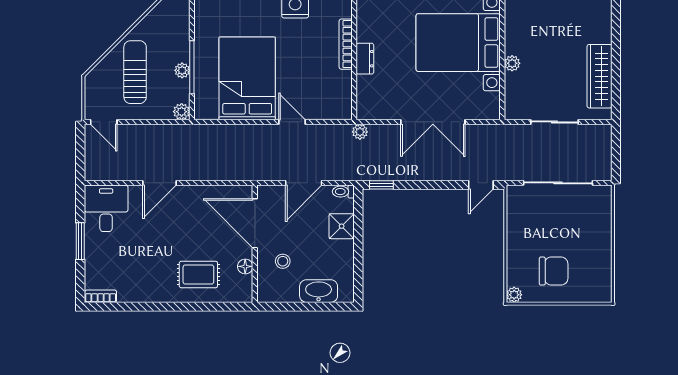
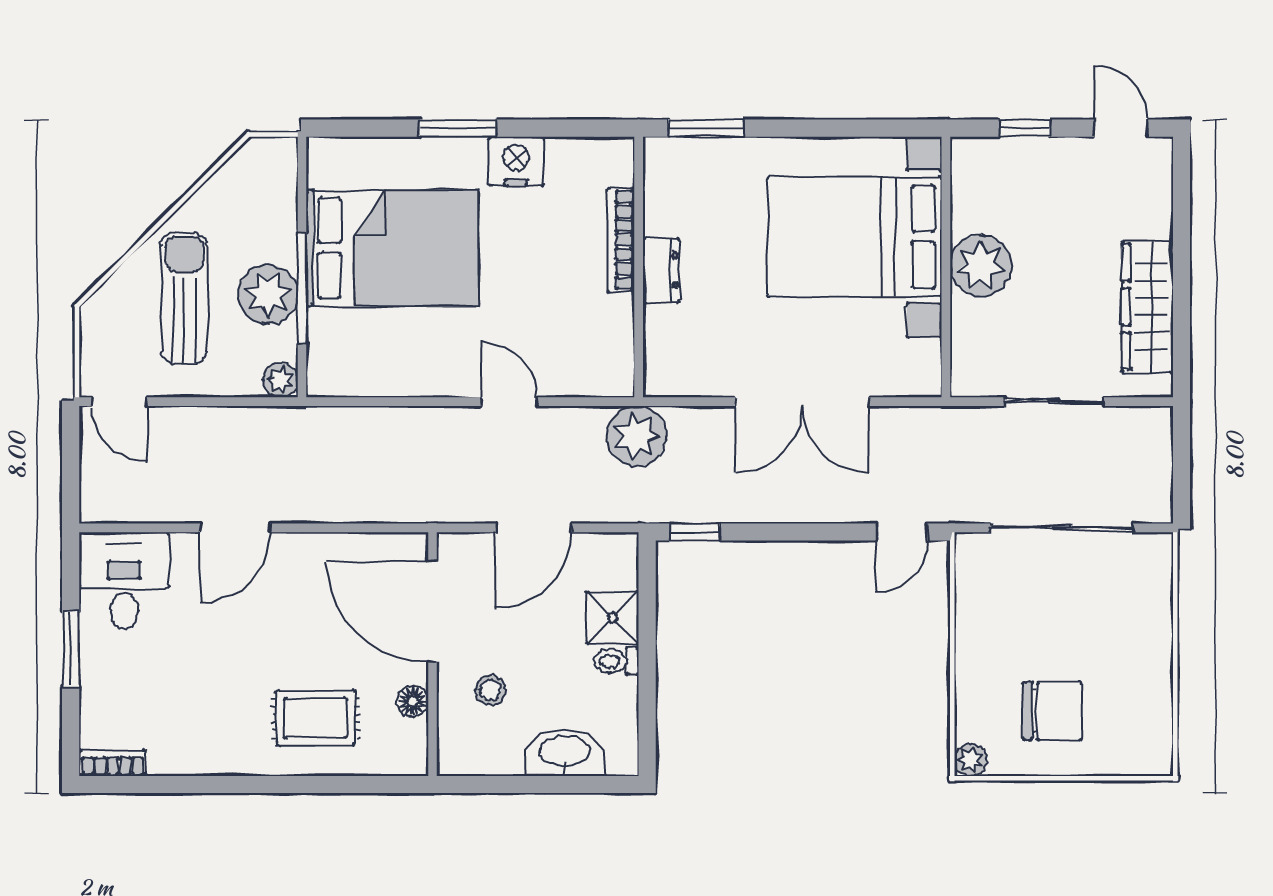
plant: (512, 63) -> (981, 266), width x1.88, depth x1.88
plant: (182, 70) -> (268, 295), width x1.88, depth x1.88
bed: (247, 78) -> (392, 248), moved, turned 90
plant: (360, 132) -> (637, 436), width x1.88, depth x1.88
toilet: (343, 192) -> (616, 661), moved

